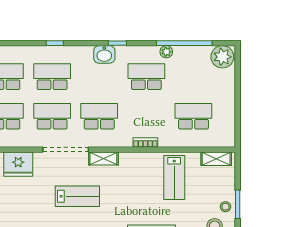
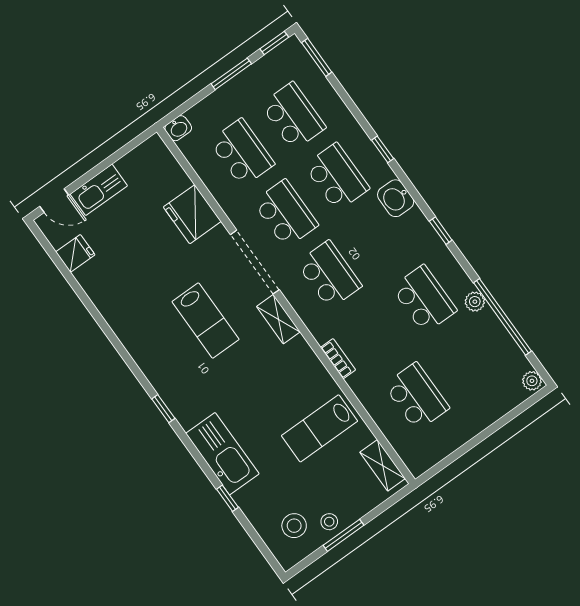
washbasin: (104, 54) -> (396, 198), moved
plant: (222, 57) -> (532, 381), width x0.53, depth x0.53

